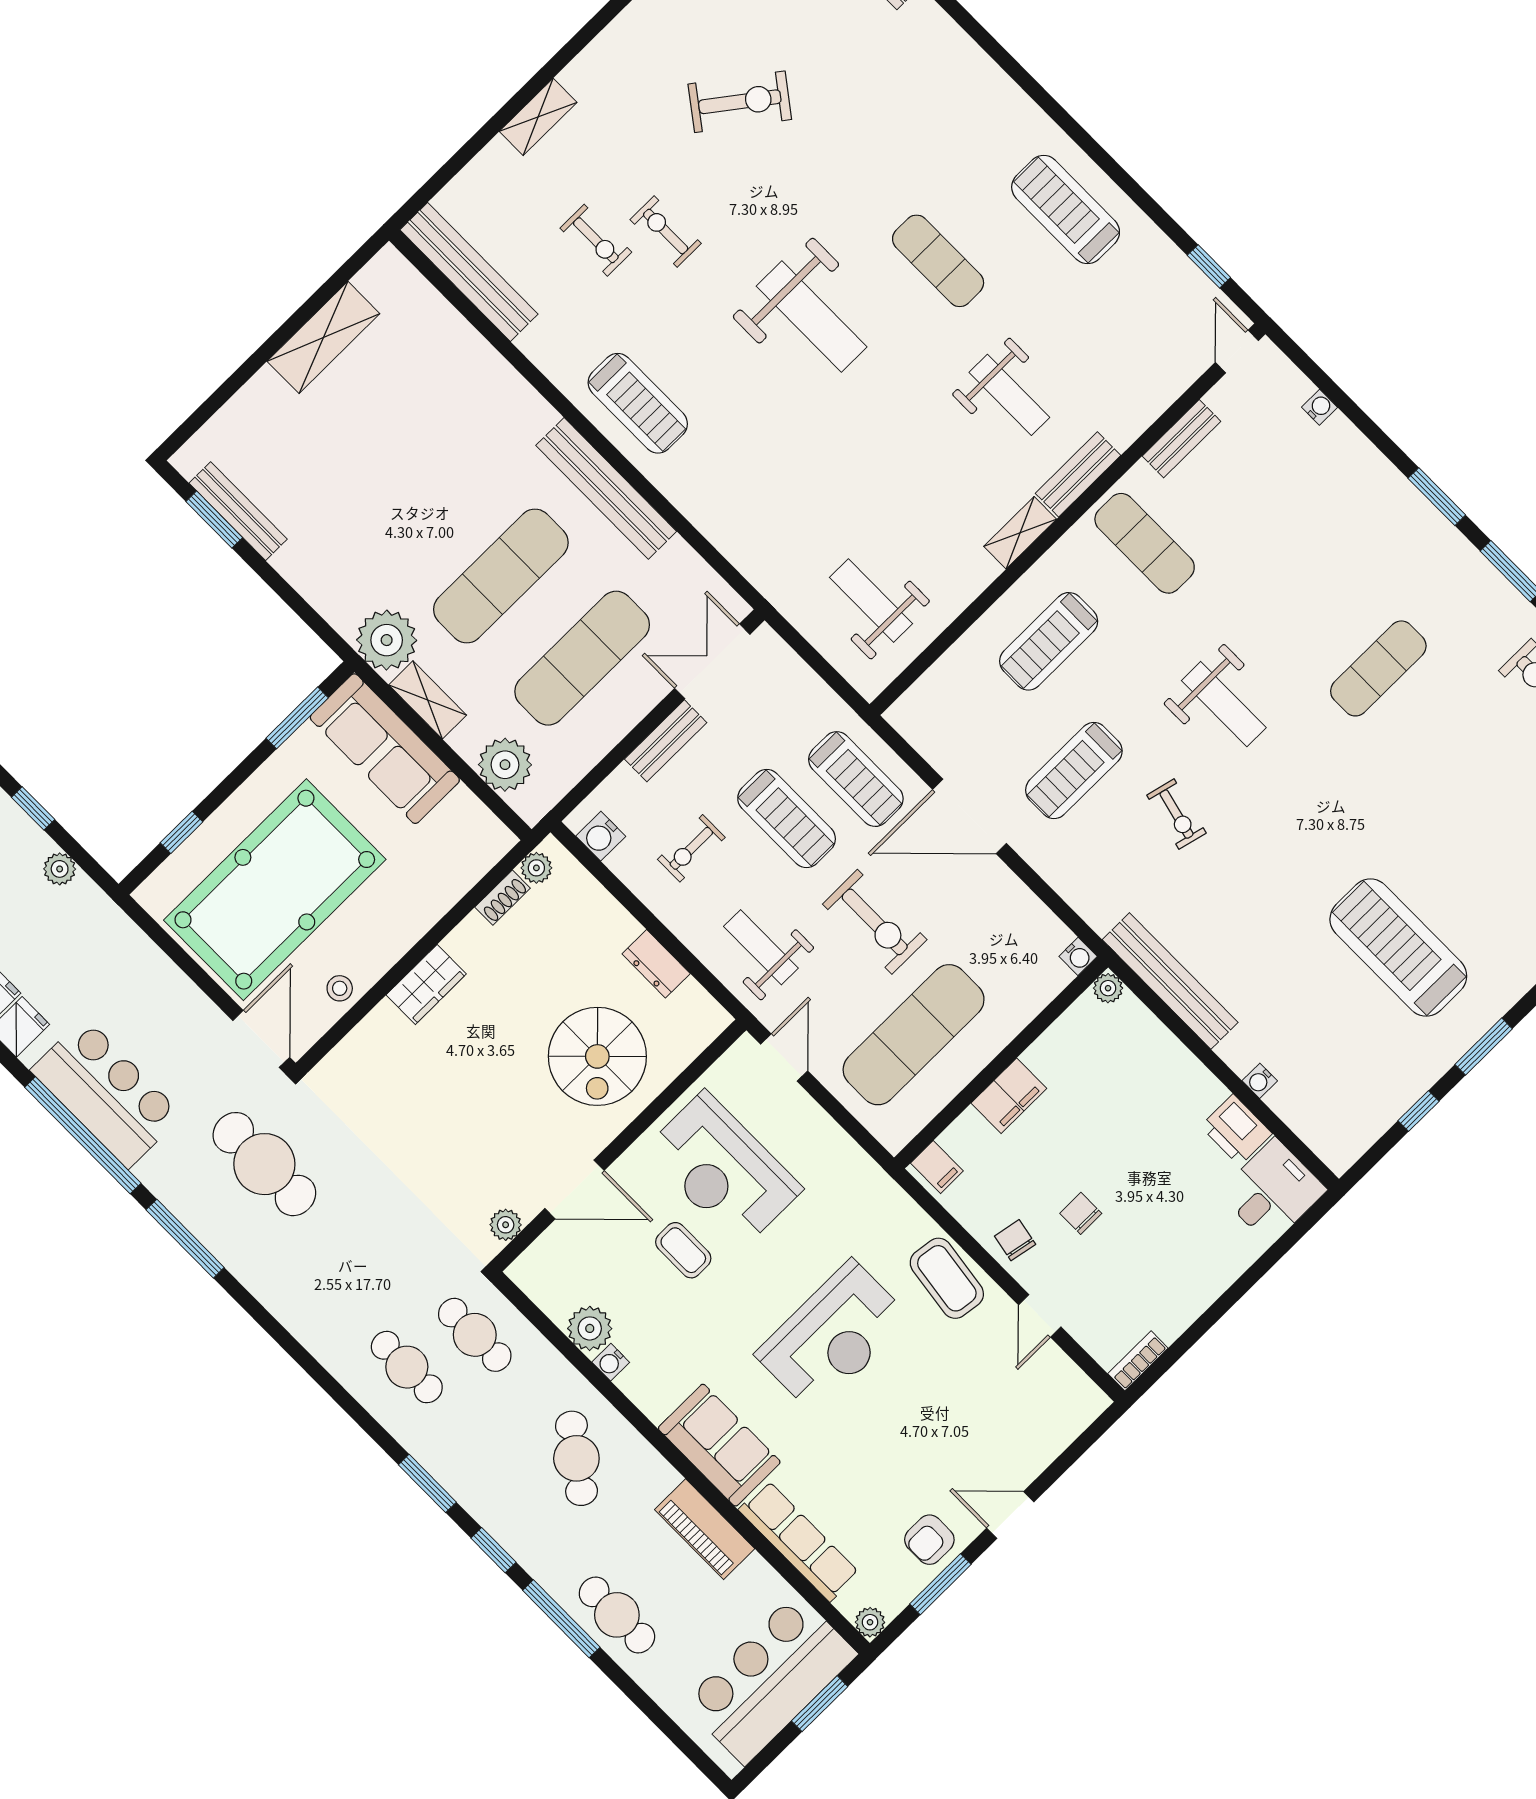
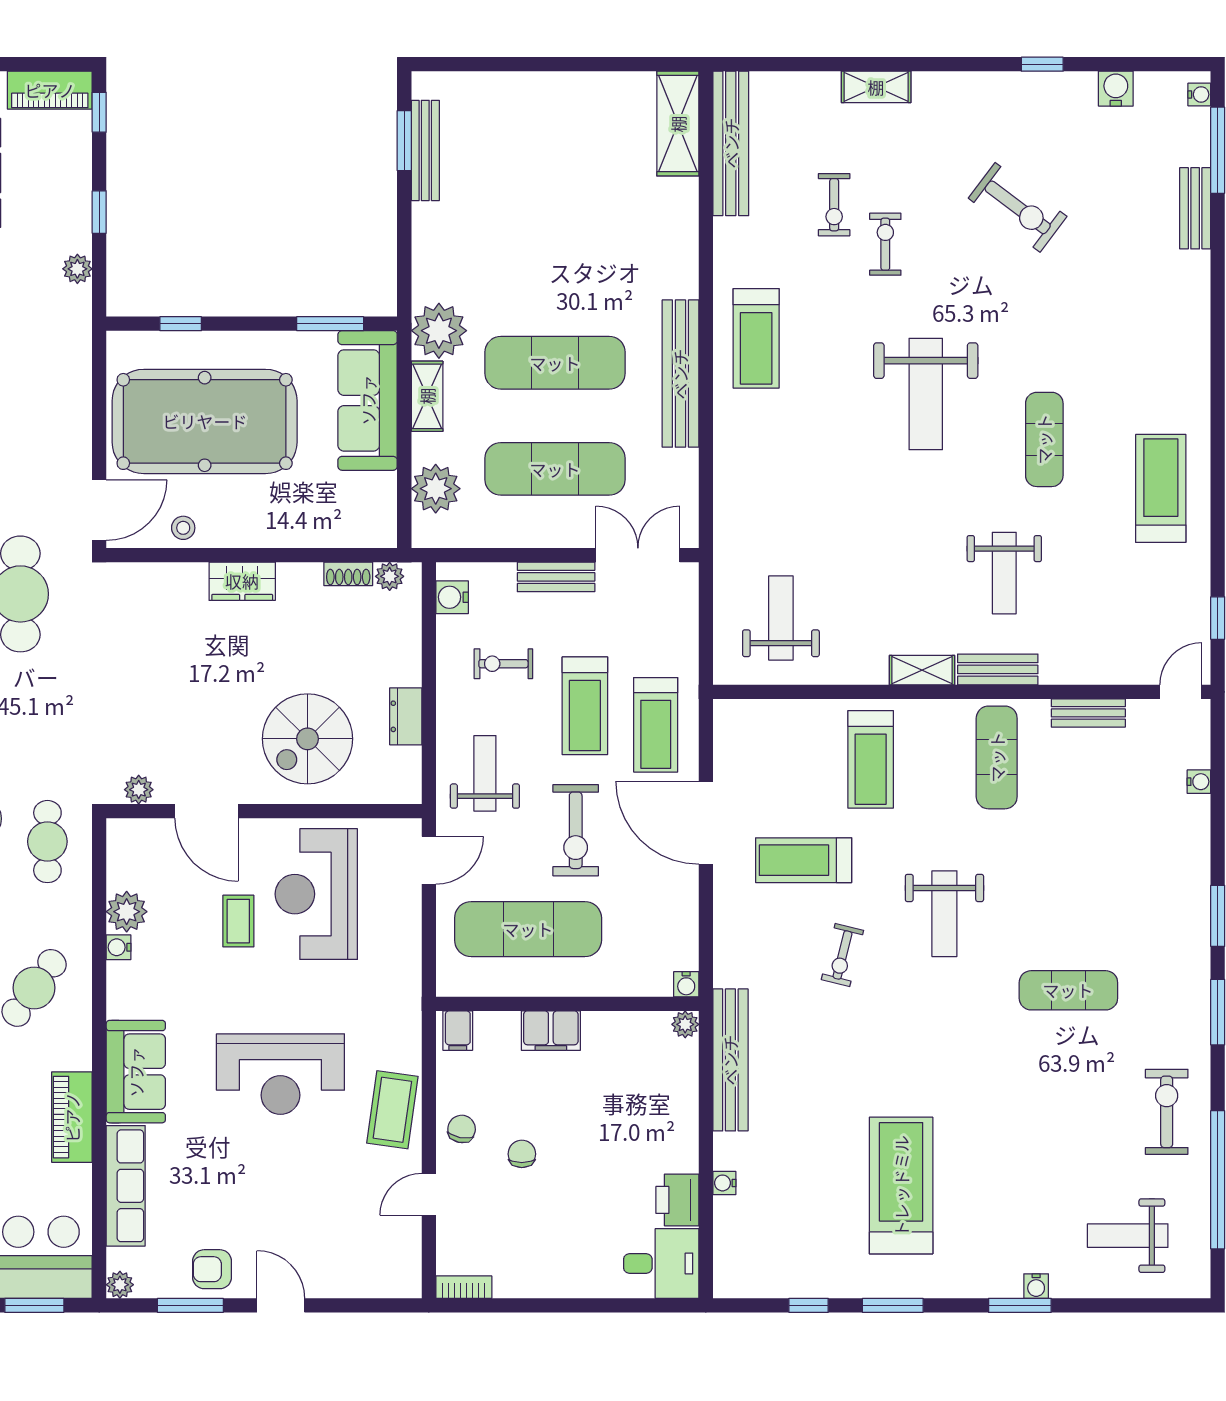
shelving: (323, 337) -> (678, 124), moved, turned 90
treadmill: (1049, 641) -> (871, 759), turned -90

